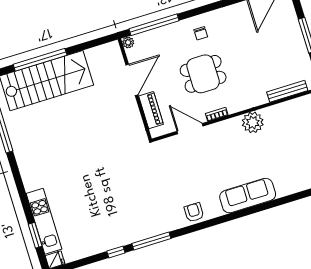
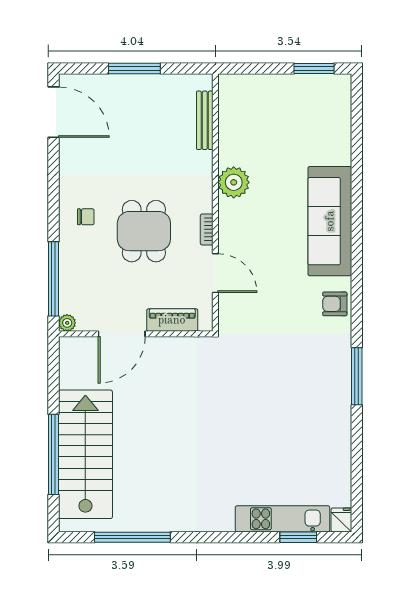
door: (132, 80) -> (122, 334), swing flipped
door: (190, 129) -> (215, 273), swing flipped
sofa: (248, 196) -> (330, 221), width x1.36, depth x1.27
window: (116, 252) -> (357, 431), removed

